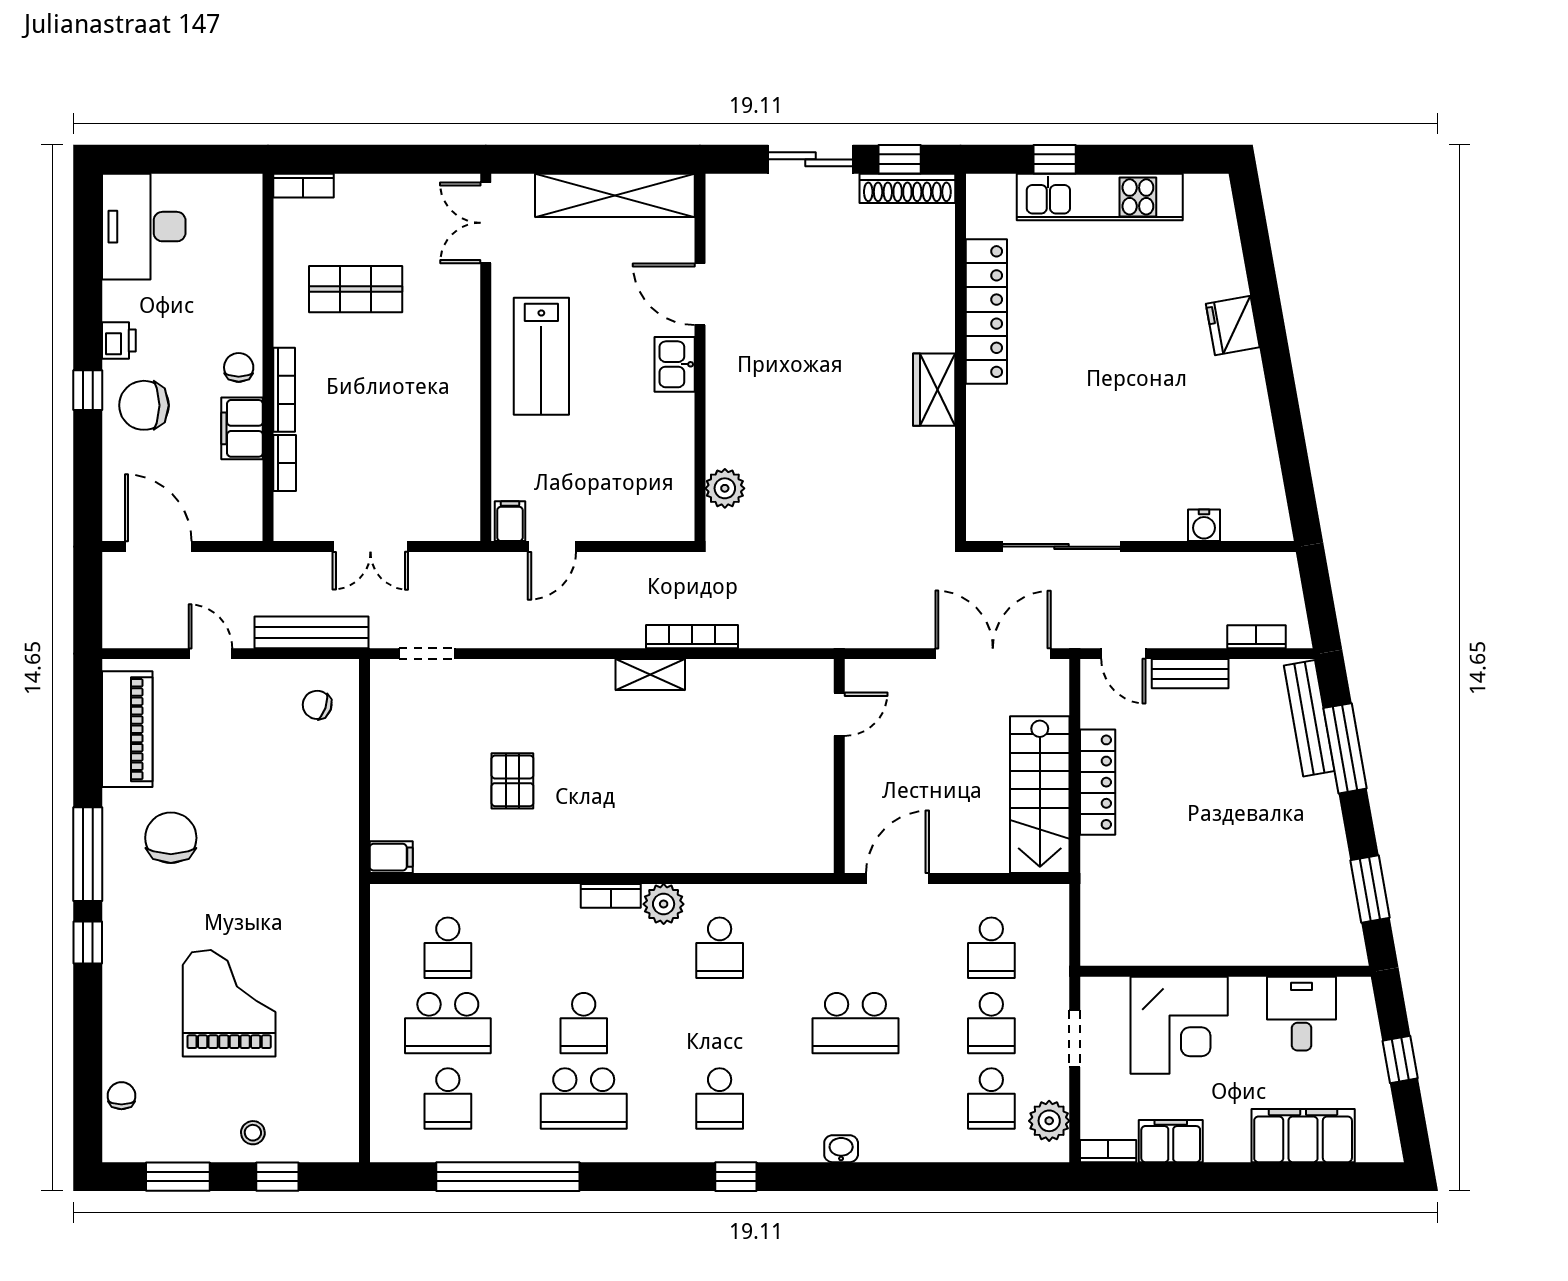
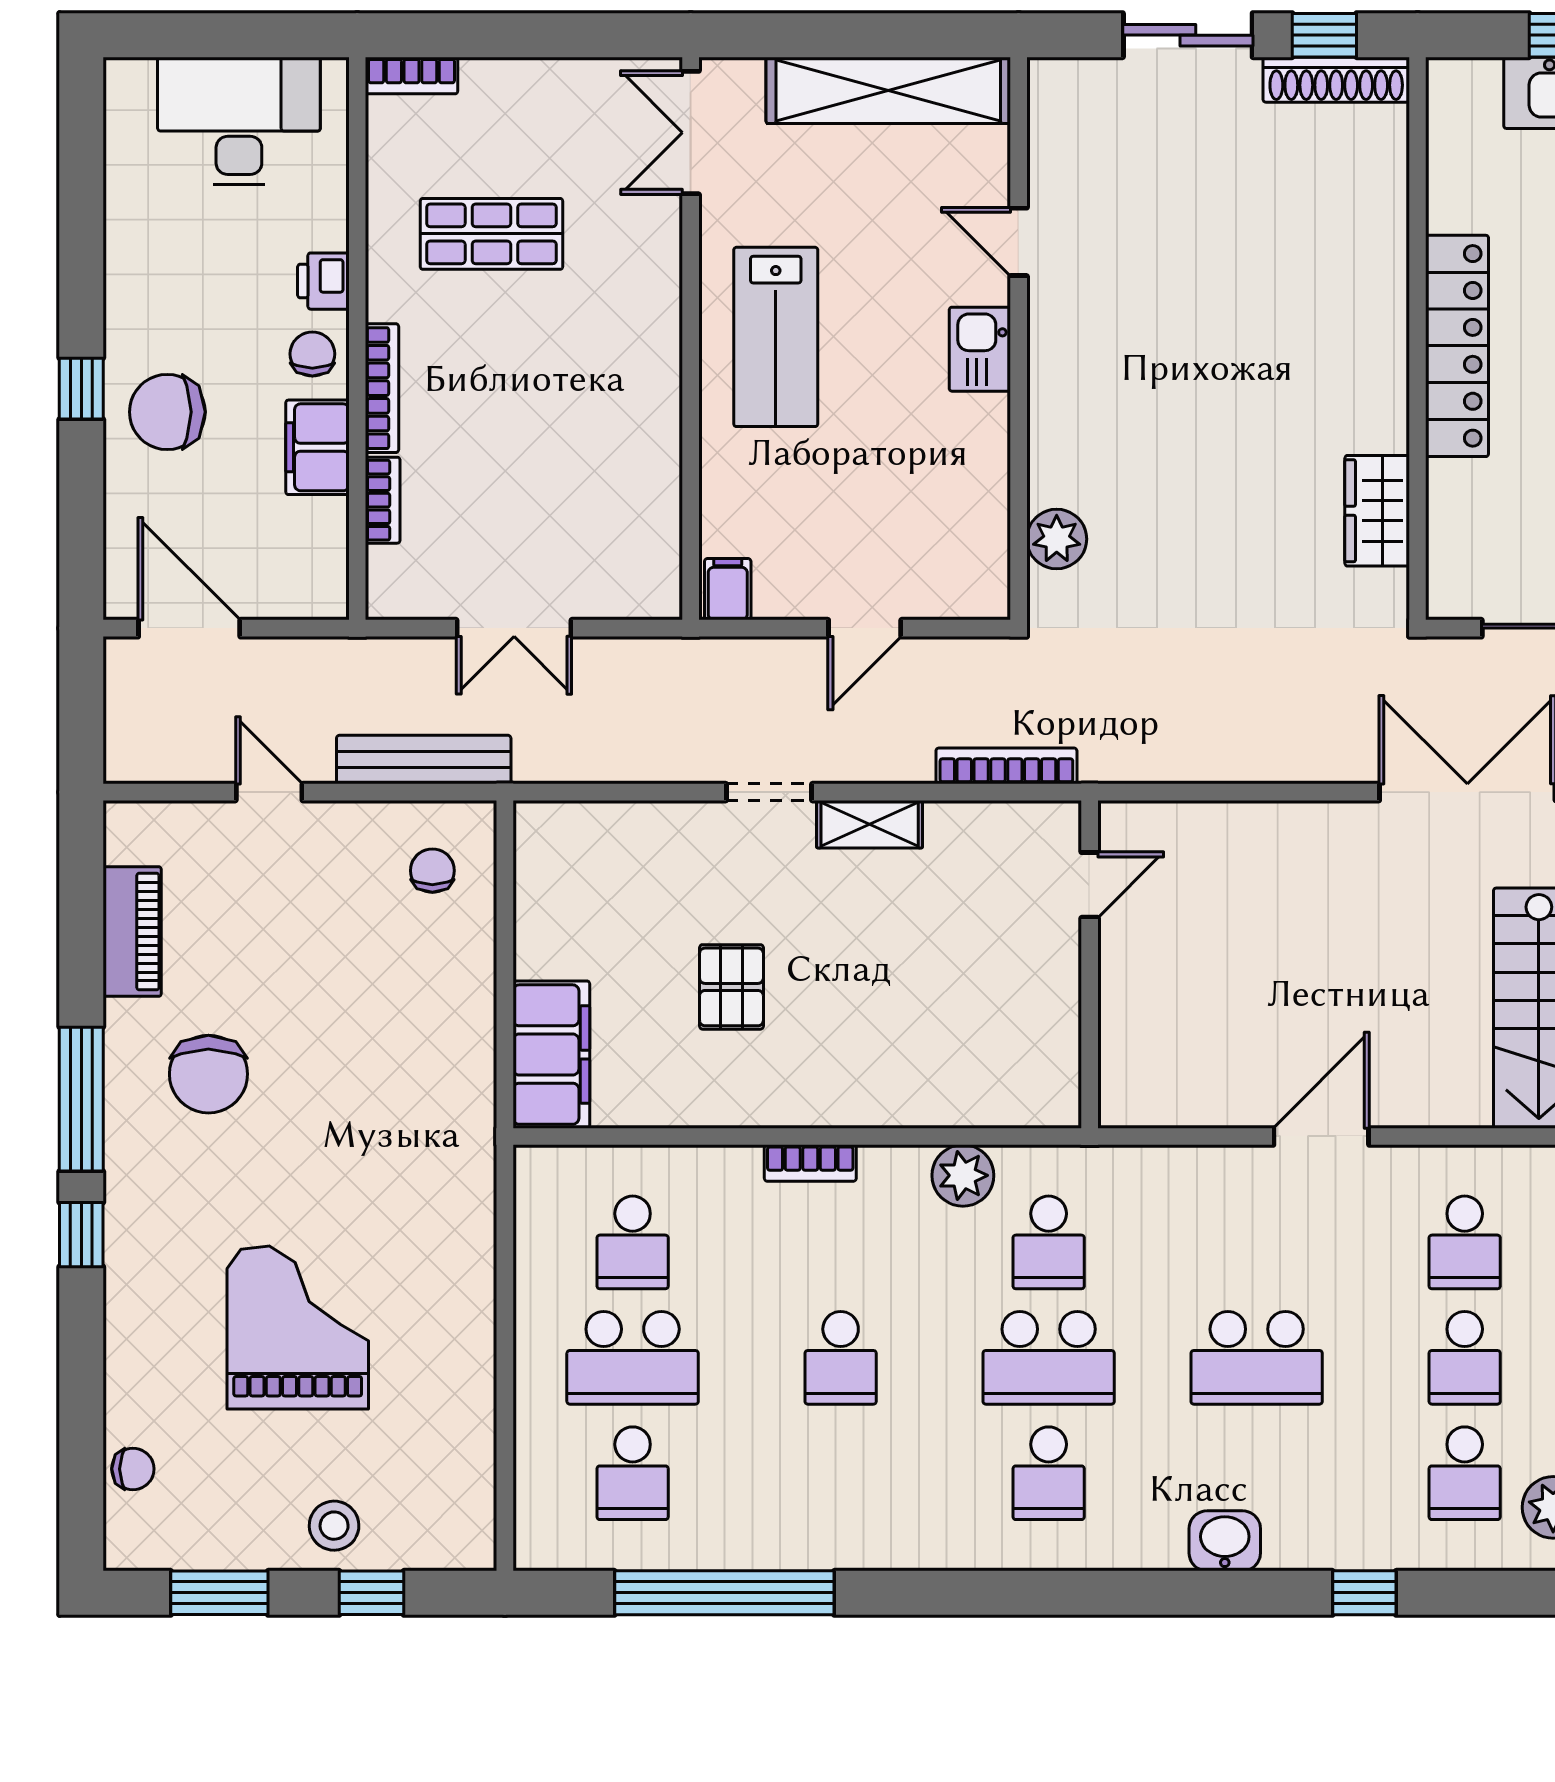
desk: (144, 227) -> (239, 121), moved, turned 90
door: (700, 294) -> (1019, 242), width x0.73
locker: (986, 312) -> (1457, 346), moved
printer: (119, 340) -> (323, 281), moved, turned 180
wardrobe: (934, 390) -> (1377, 511), moved
door: (552, 547) -> (865, 628), moved
doorway: (427, 654) -> (769, 792), moved
shelving: (650, 675) -> (870, 824), moved
chair: (317, 705) -> (432, 871), turned 71
door: (839, 714) -> (1090, 885), moved
piano: (127, 729) -> (132, 932), width x0.73, depth x0.75
wall: (839, 766) -> (1090, 964), moved
chair: (171, 838) -> (208, 1074), turned 180
filing cabinet: (391, 857) -> (551, 1055), width x3.00, depth x1.17
bookcase: (611, 896) -> (810, 1163), moved
chair: (121, 1096) -> (133, 1469), turned 90
school desk: (584, 1098) -> (1049, 1358), moved
stool: (253, 1133) -> (334, 1526), width x1.37, depth x1.37
washbasin: (841, 1149) -> (1225, 1541), width x1.38, depth x1.45
window: (736, 1177) -> (1364, 1593), moved

